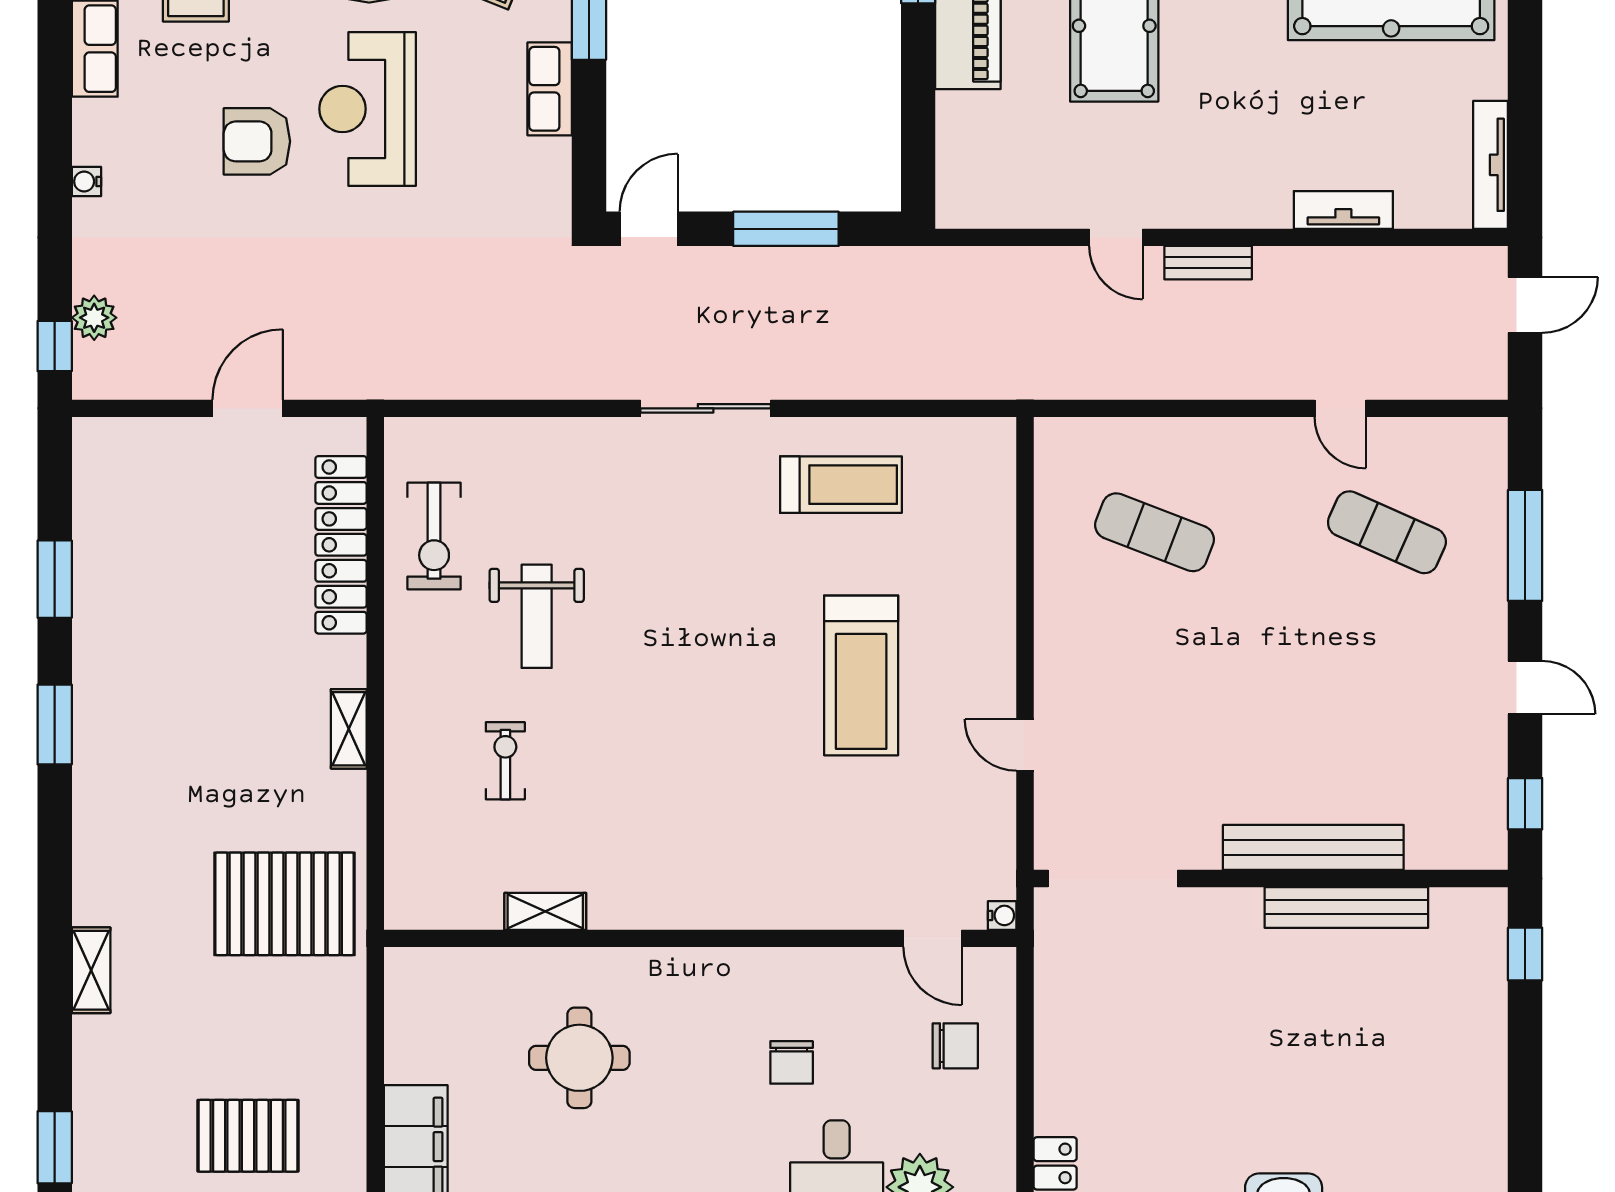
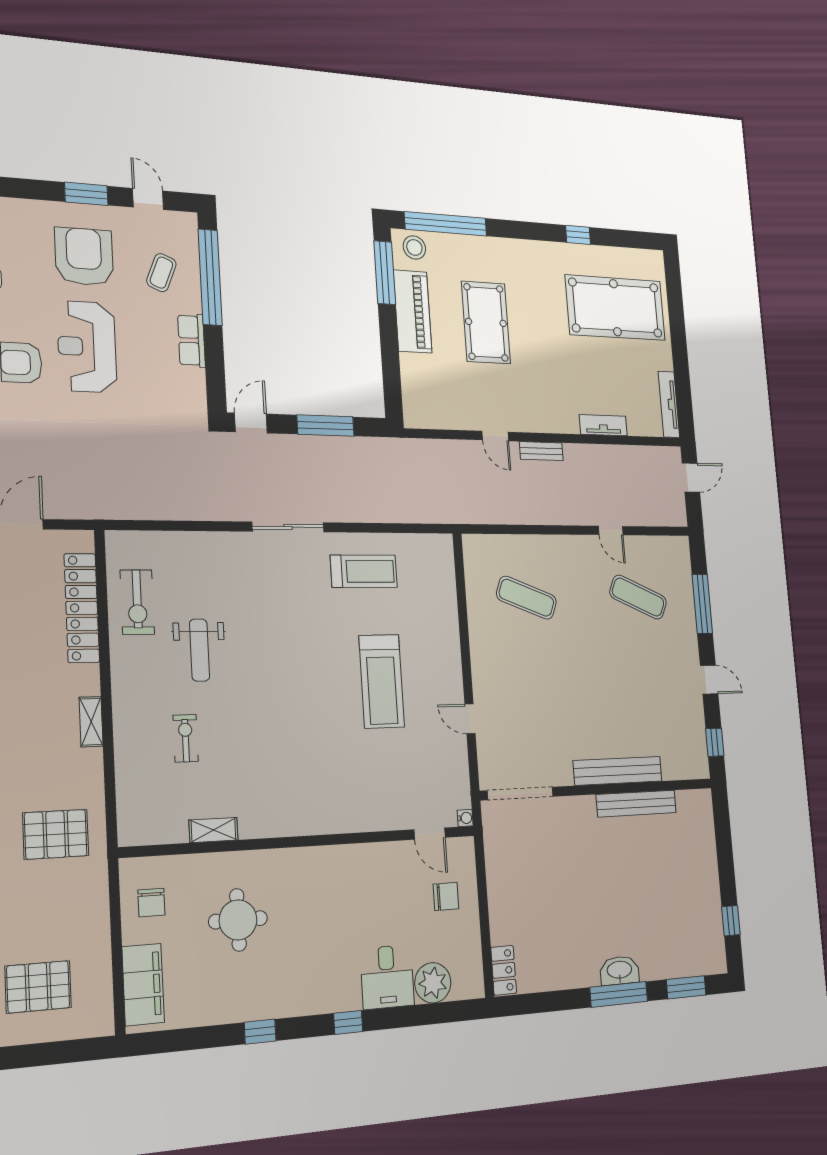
pallet: (285, 904) -> (56, 834), width x0.73, depth x0.71
window: (1525, 954) -> (731, 921), moved
chair: (792, 1062) -> (151, 903), moved

